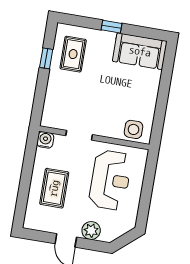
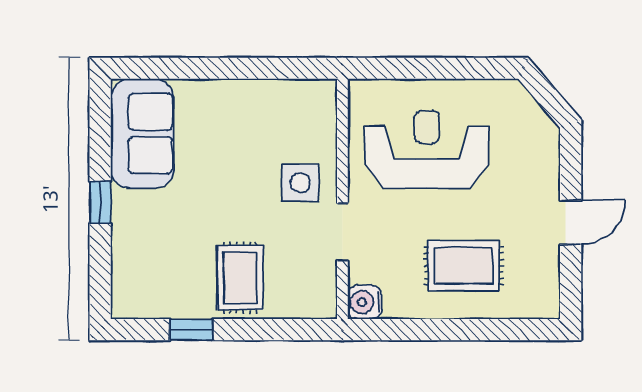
rug: (73, 54) -> (240, 278), moved, turned 90
side table: (134, 129) -> (300, 183), moved
plant: (91, 231) -> (541, 172), removed

